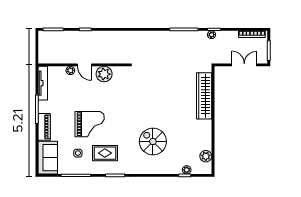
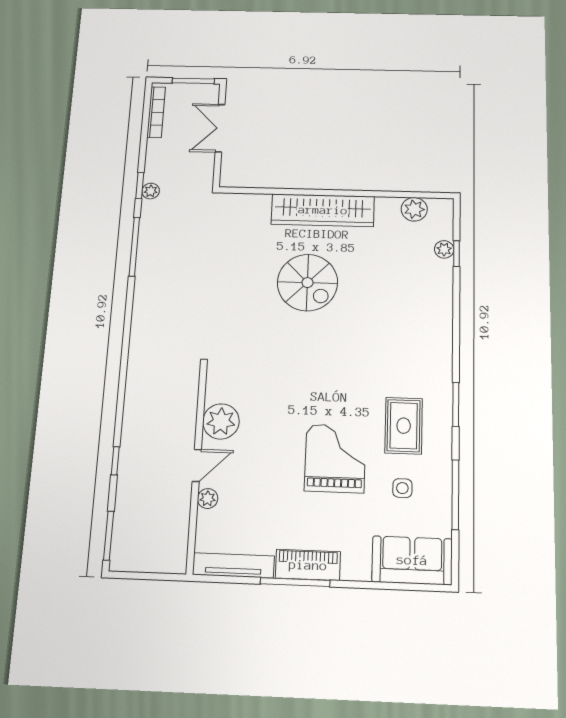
wardrobe: (204, 96) -> (323, 210), moved
piano: (44, 127) -> (308, 565), moved
spiral stairs: (153, 142) -> (307, 283), moved, turned -90

